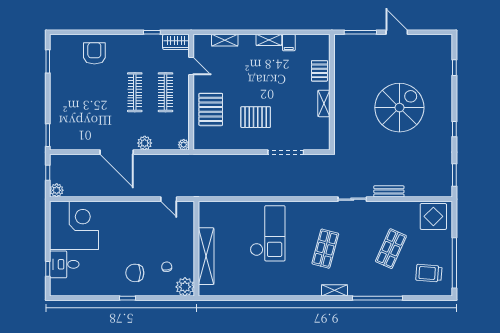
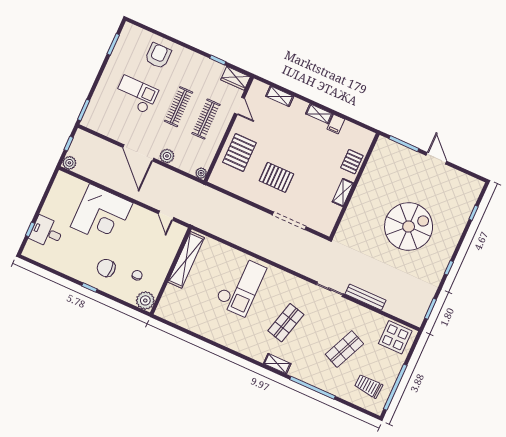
checkout: (90, 99) -> (136, 95), added
bench: (389, 191) -> (366, 297), width x1.36
corner desk: (74, 225) -> (102, 215), moved, turned 90
shelving: (206, 256) -> (186, 260), moved

